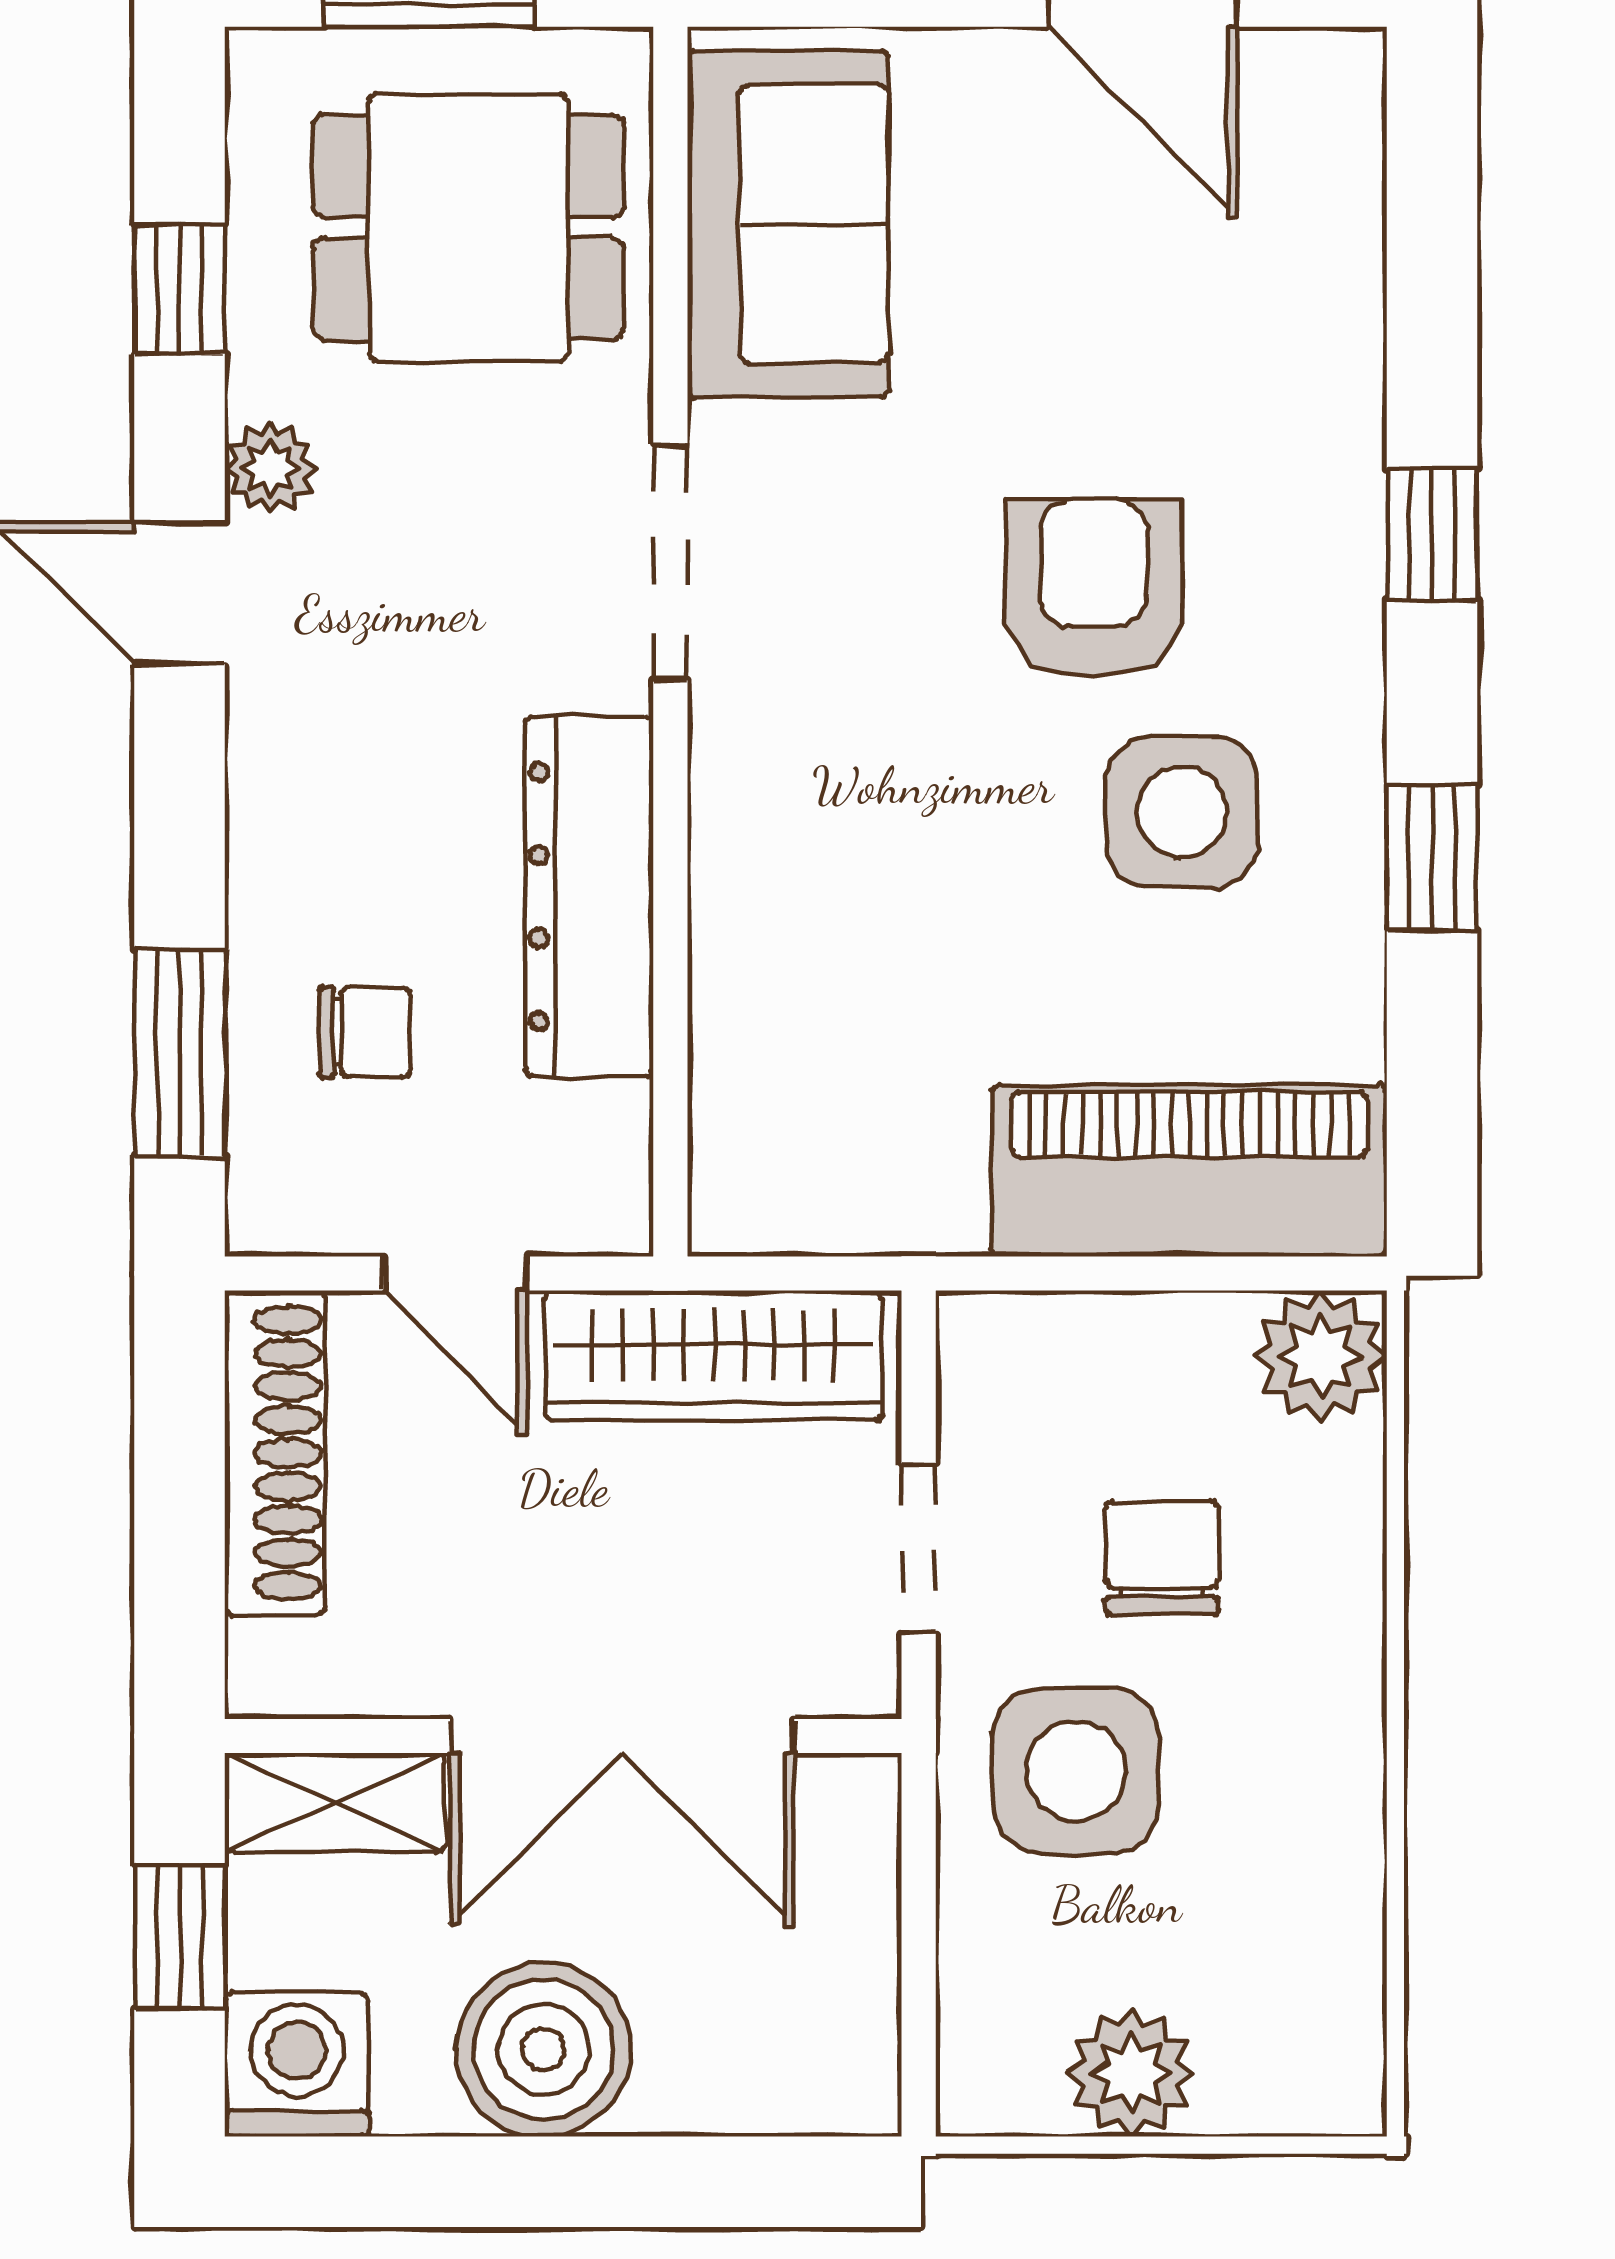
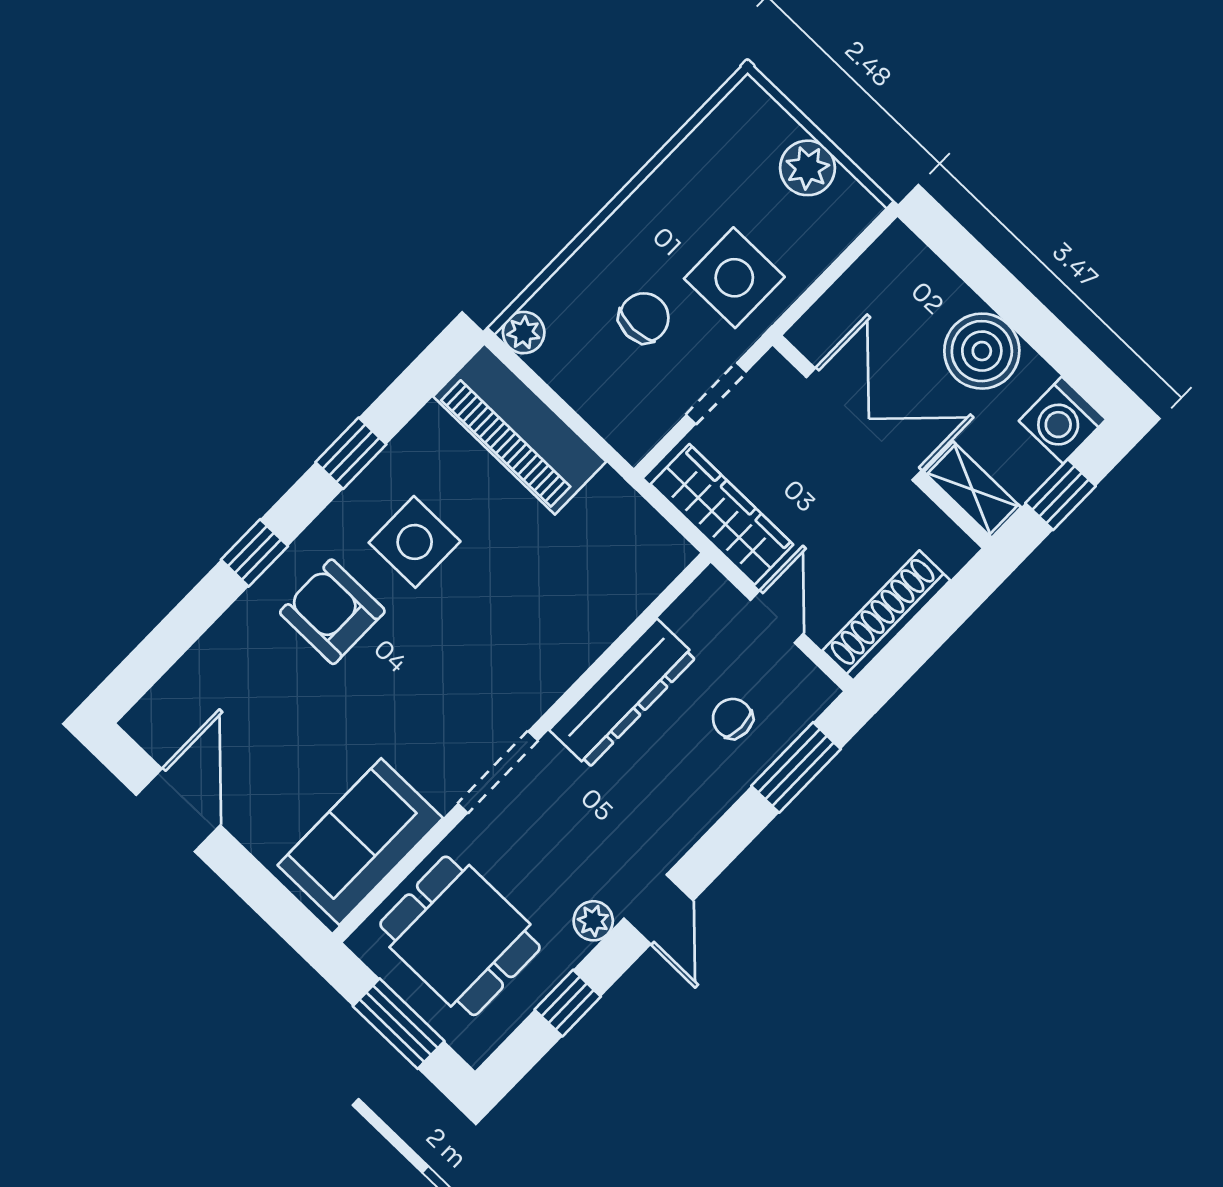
armchair: (1093, 588) -> (332, 612), moved, turned 90
plant: (1321, 1357) -> (524, 333), width x0.73, depth x0.73
chair: (1162, 1558) -> (644, 318), turned 180

